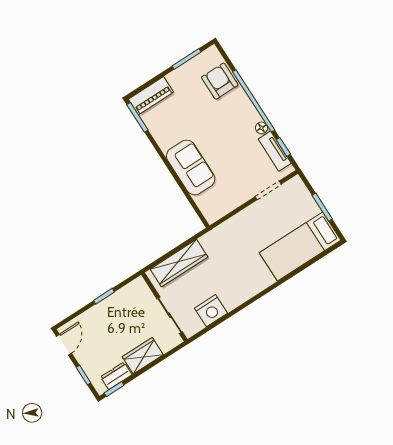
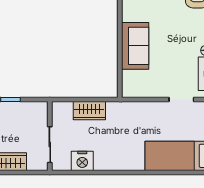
wardrobe: (179, 263) -> (89, 111), width x0.67

